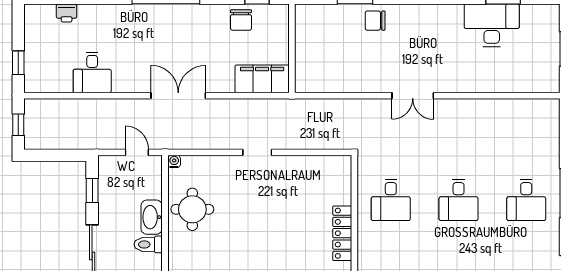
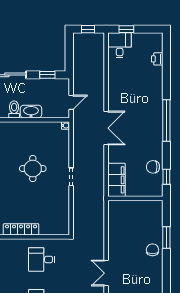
desk: (92, 72) -> (120, 45), moved, turned 90
round table: (192, 209) -> (33, 169), moved

